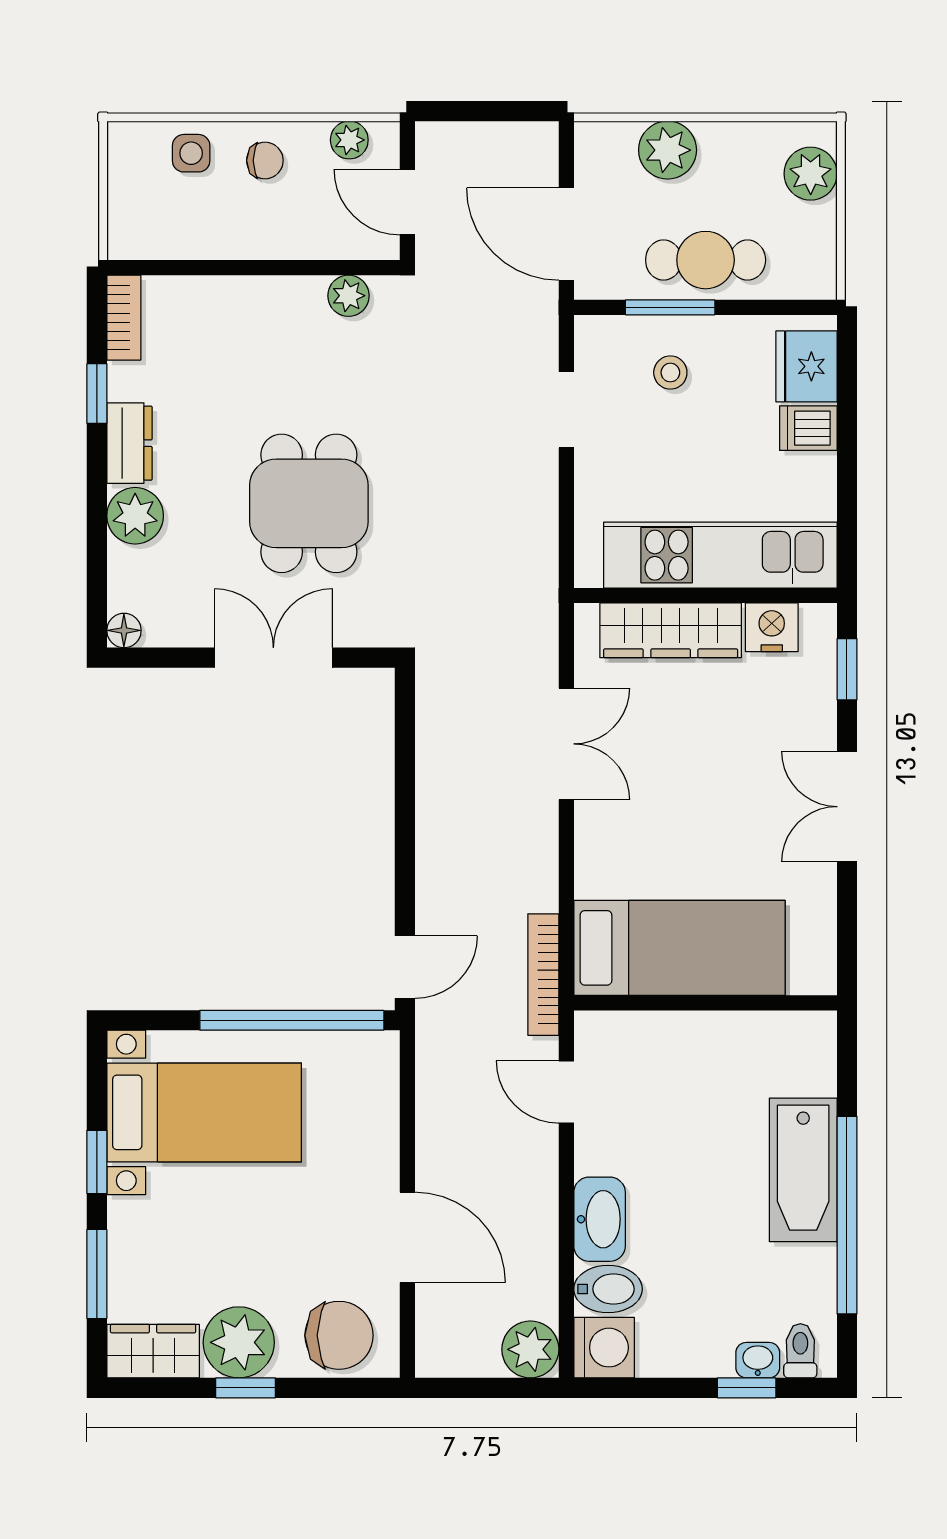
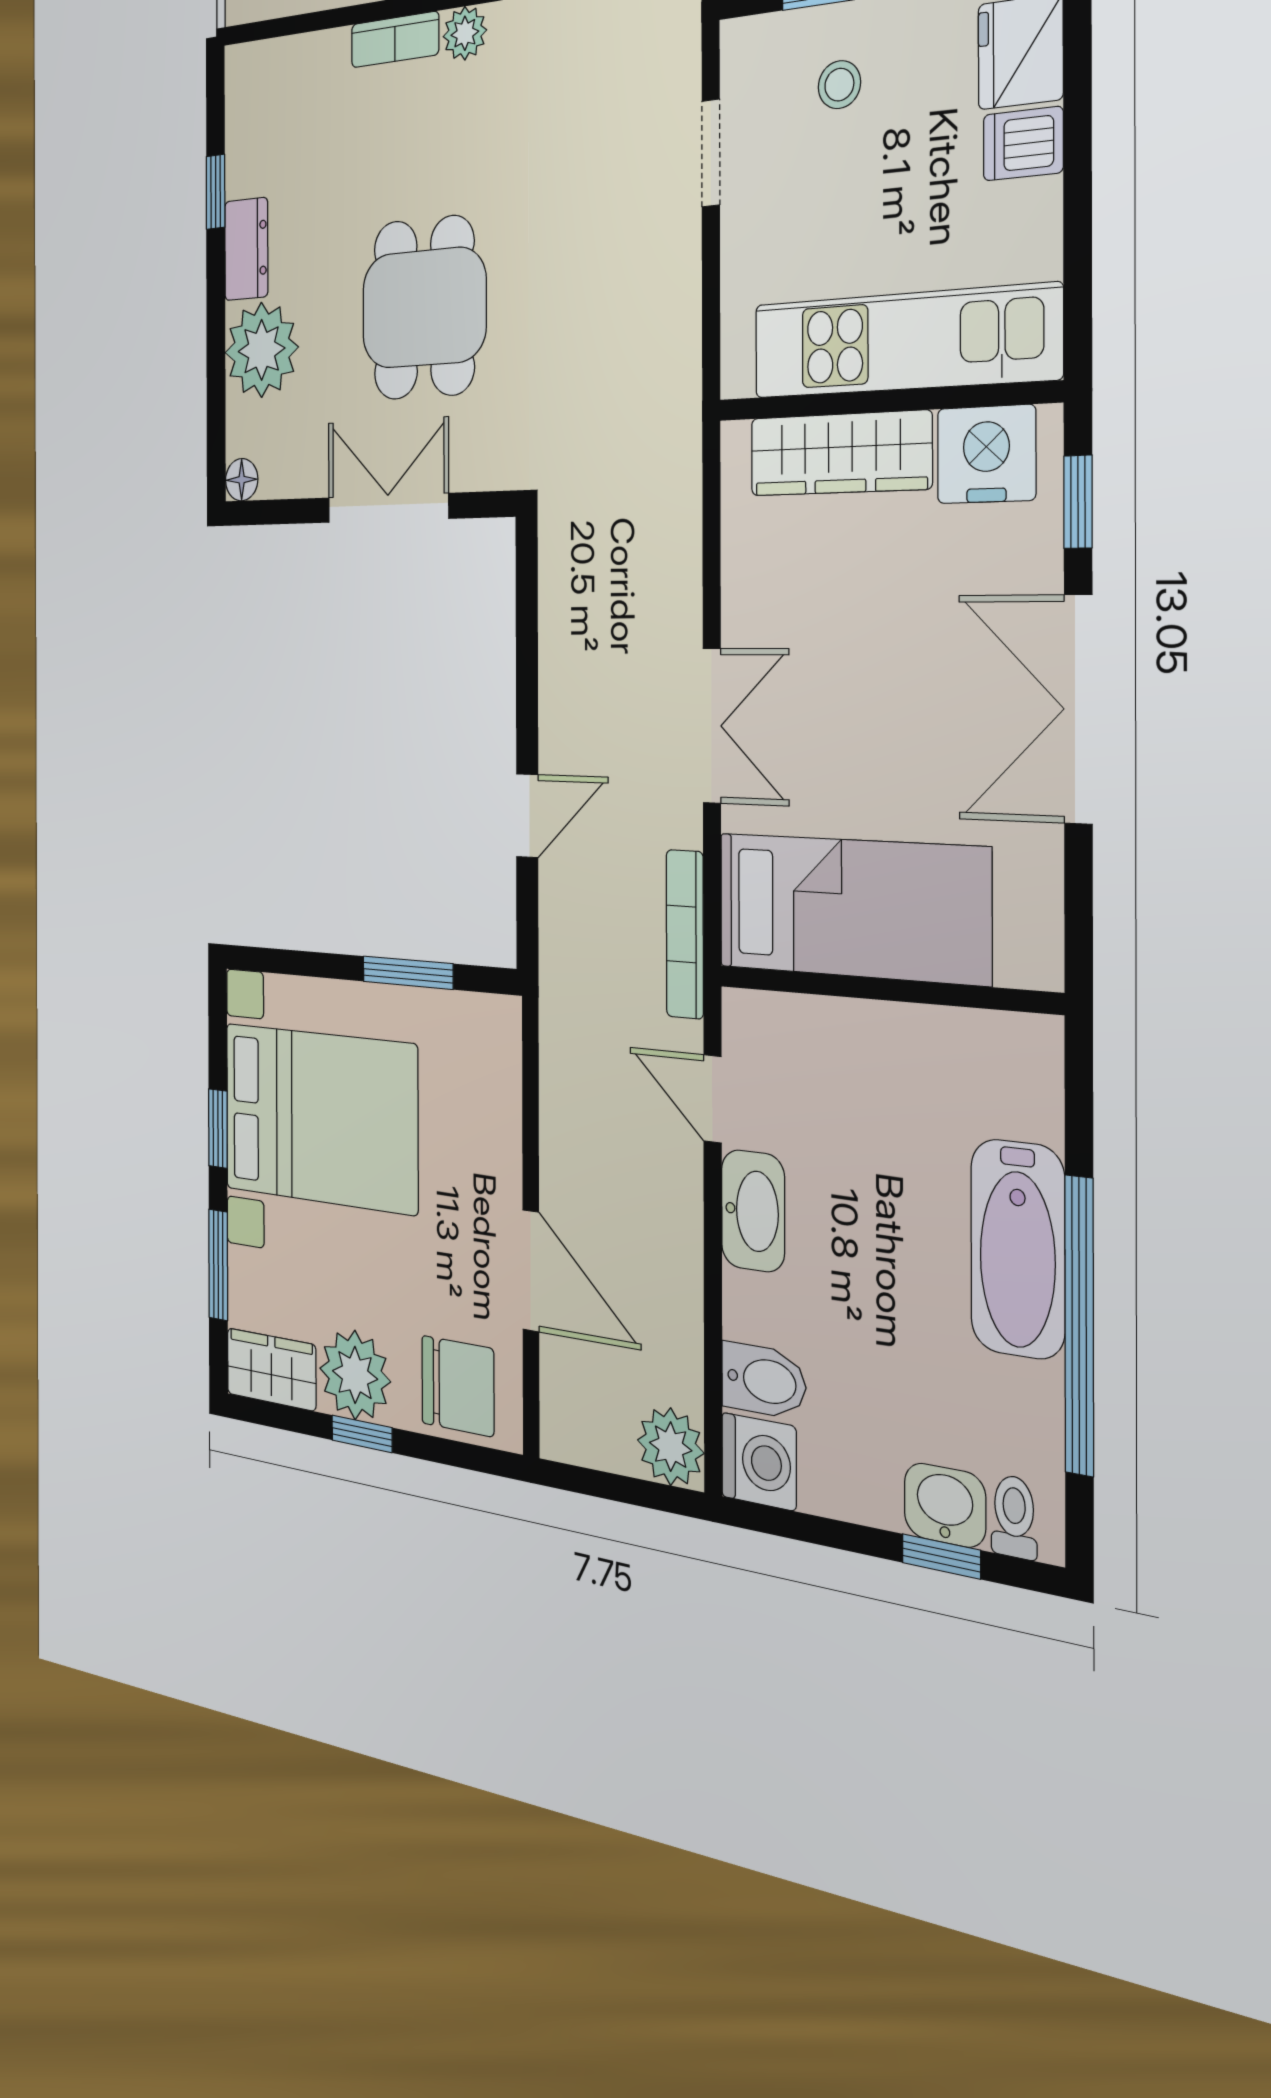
bookcase: (124, 318) -> (395, 39), moved, turned 90
plant: (135, 516) -> (262, 350), width x1.36, depth x1.36
nightstand: (772, 627) -> (986, 454), width x1.36, depth x1.33
double door: (566, 744) -> (712, 726), moved
double door: (847, 807) -> (1078, 709), width x1.37
door: (405, 967) -> (527, 816), moved
window: (292, 1020) -> (408, 973), width x0.47
bed with nightstands: (204, 1112) -> (320, 1118), width x1.36
washbasin: (600, 1219) -> (753, 1211), moved
washbasin: (758, 1360) -> (945, 1505), width x1.38, depth x1.45

